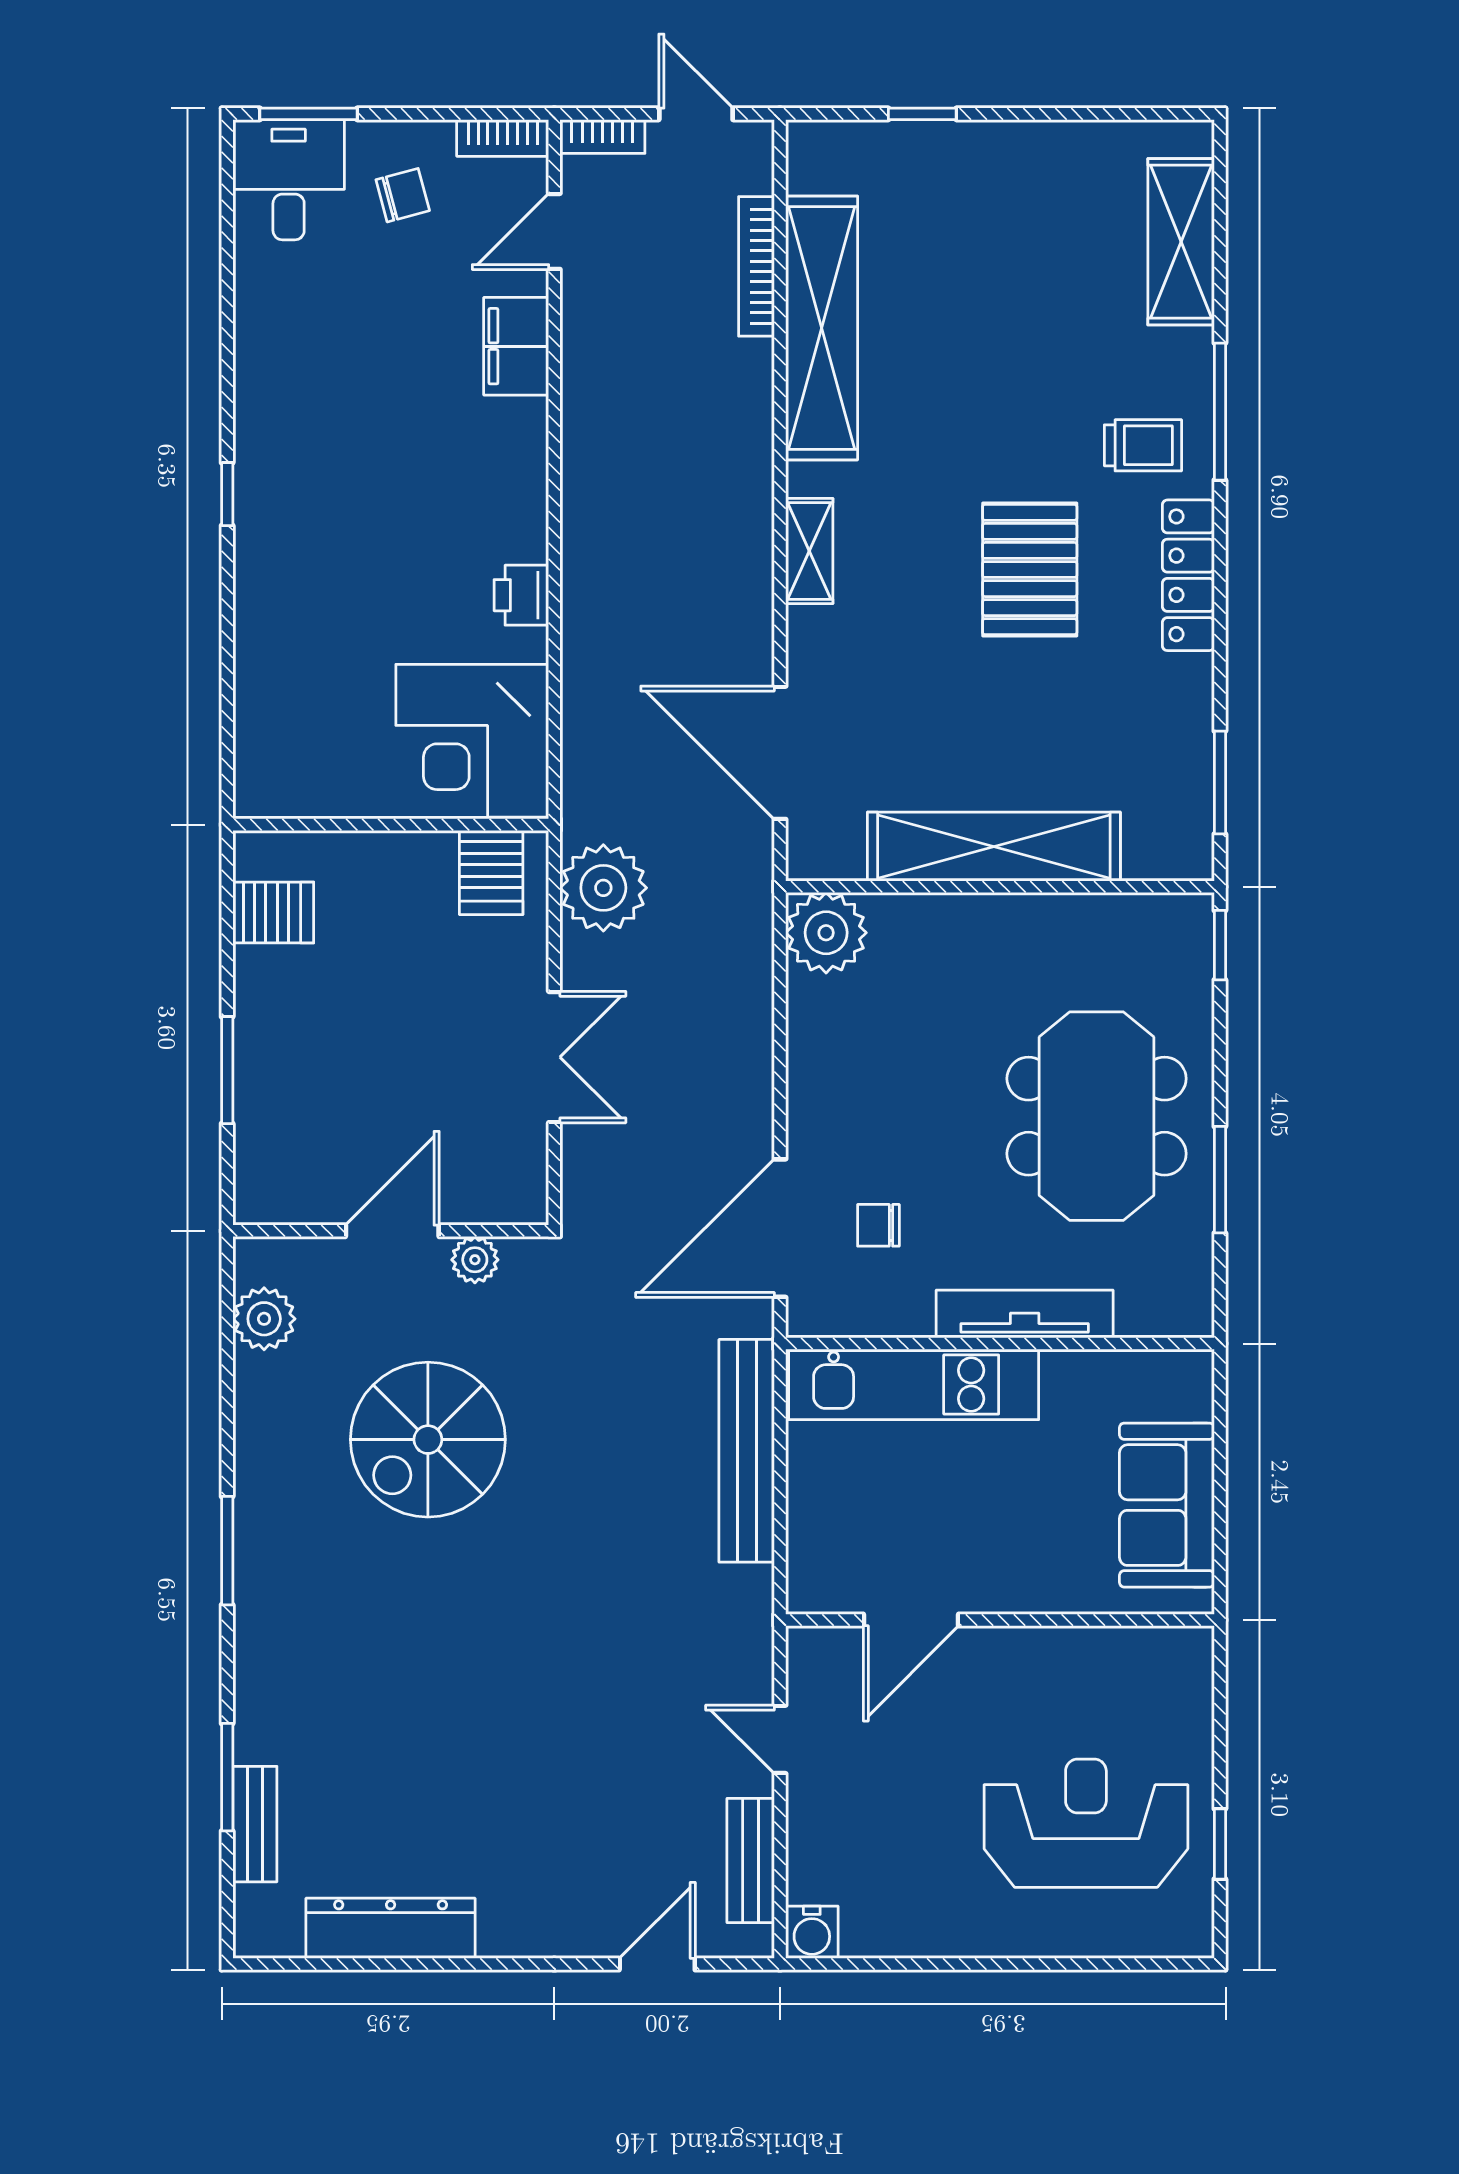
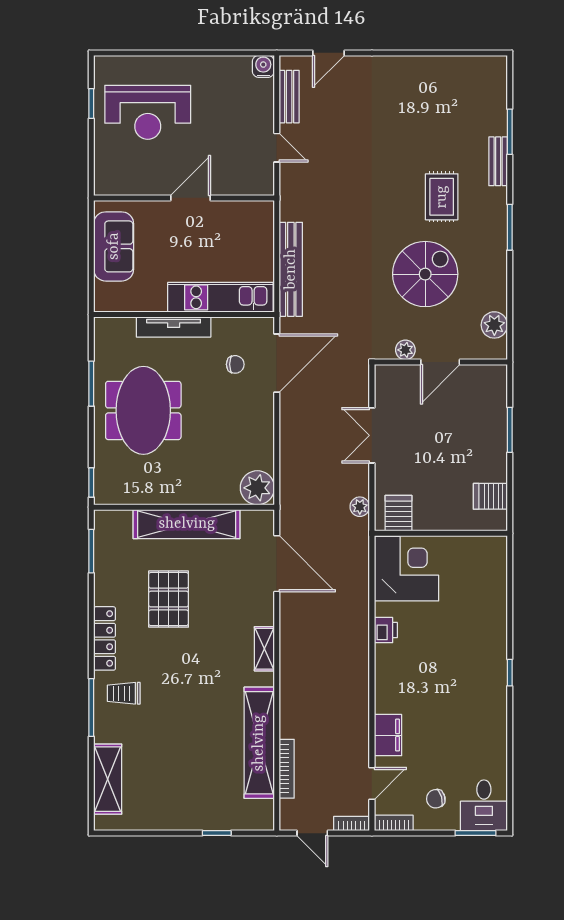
pallet: (1030, 570) -> (169, 599), moved
plant: (603, 888) -> (360, 507), width x0.53, depth x0.53
door: (911, 1620) -> (191, 198), moved
rug: (389, 1623) -> (442, 197), added
bench: (255, 1824) -> (498, 161), moved
dresser: (391, 1928) -> (441, 68), removed

